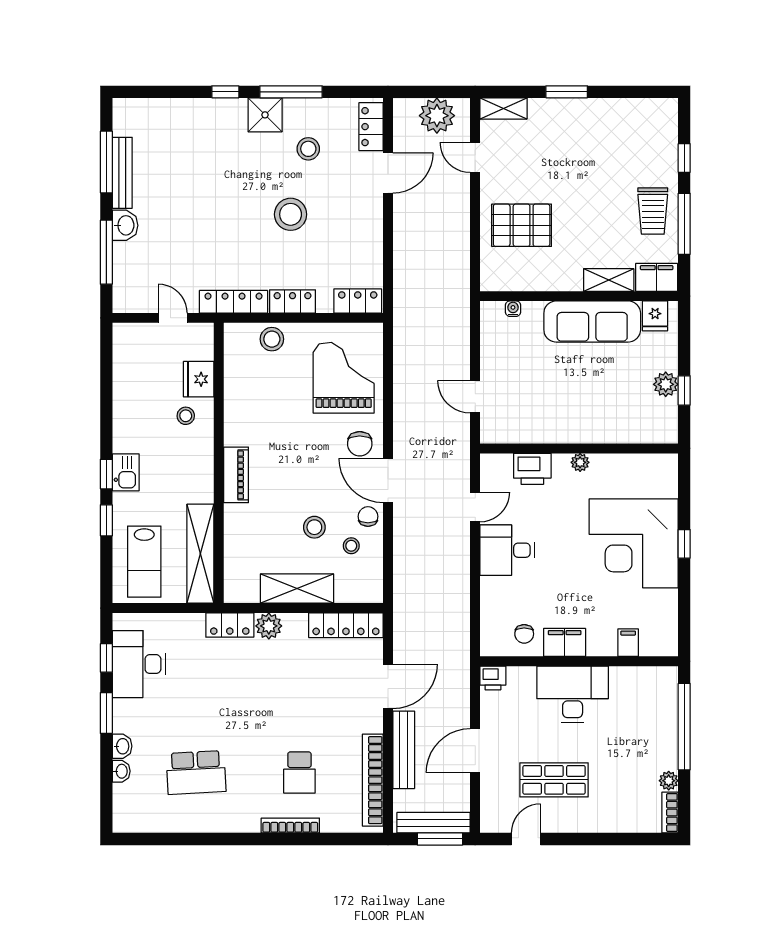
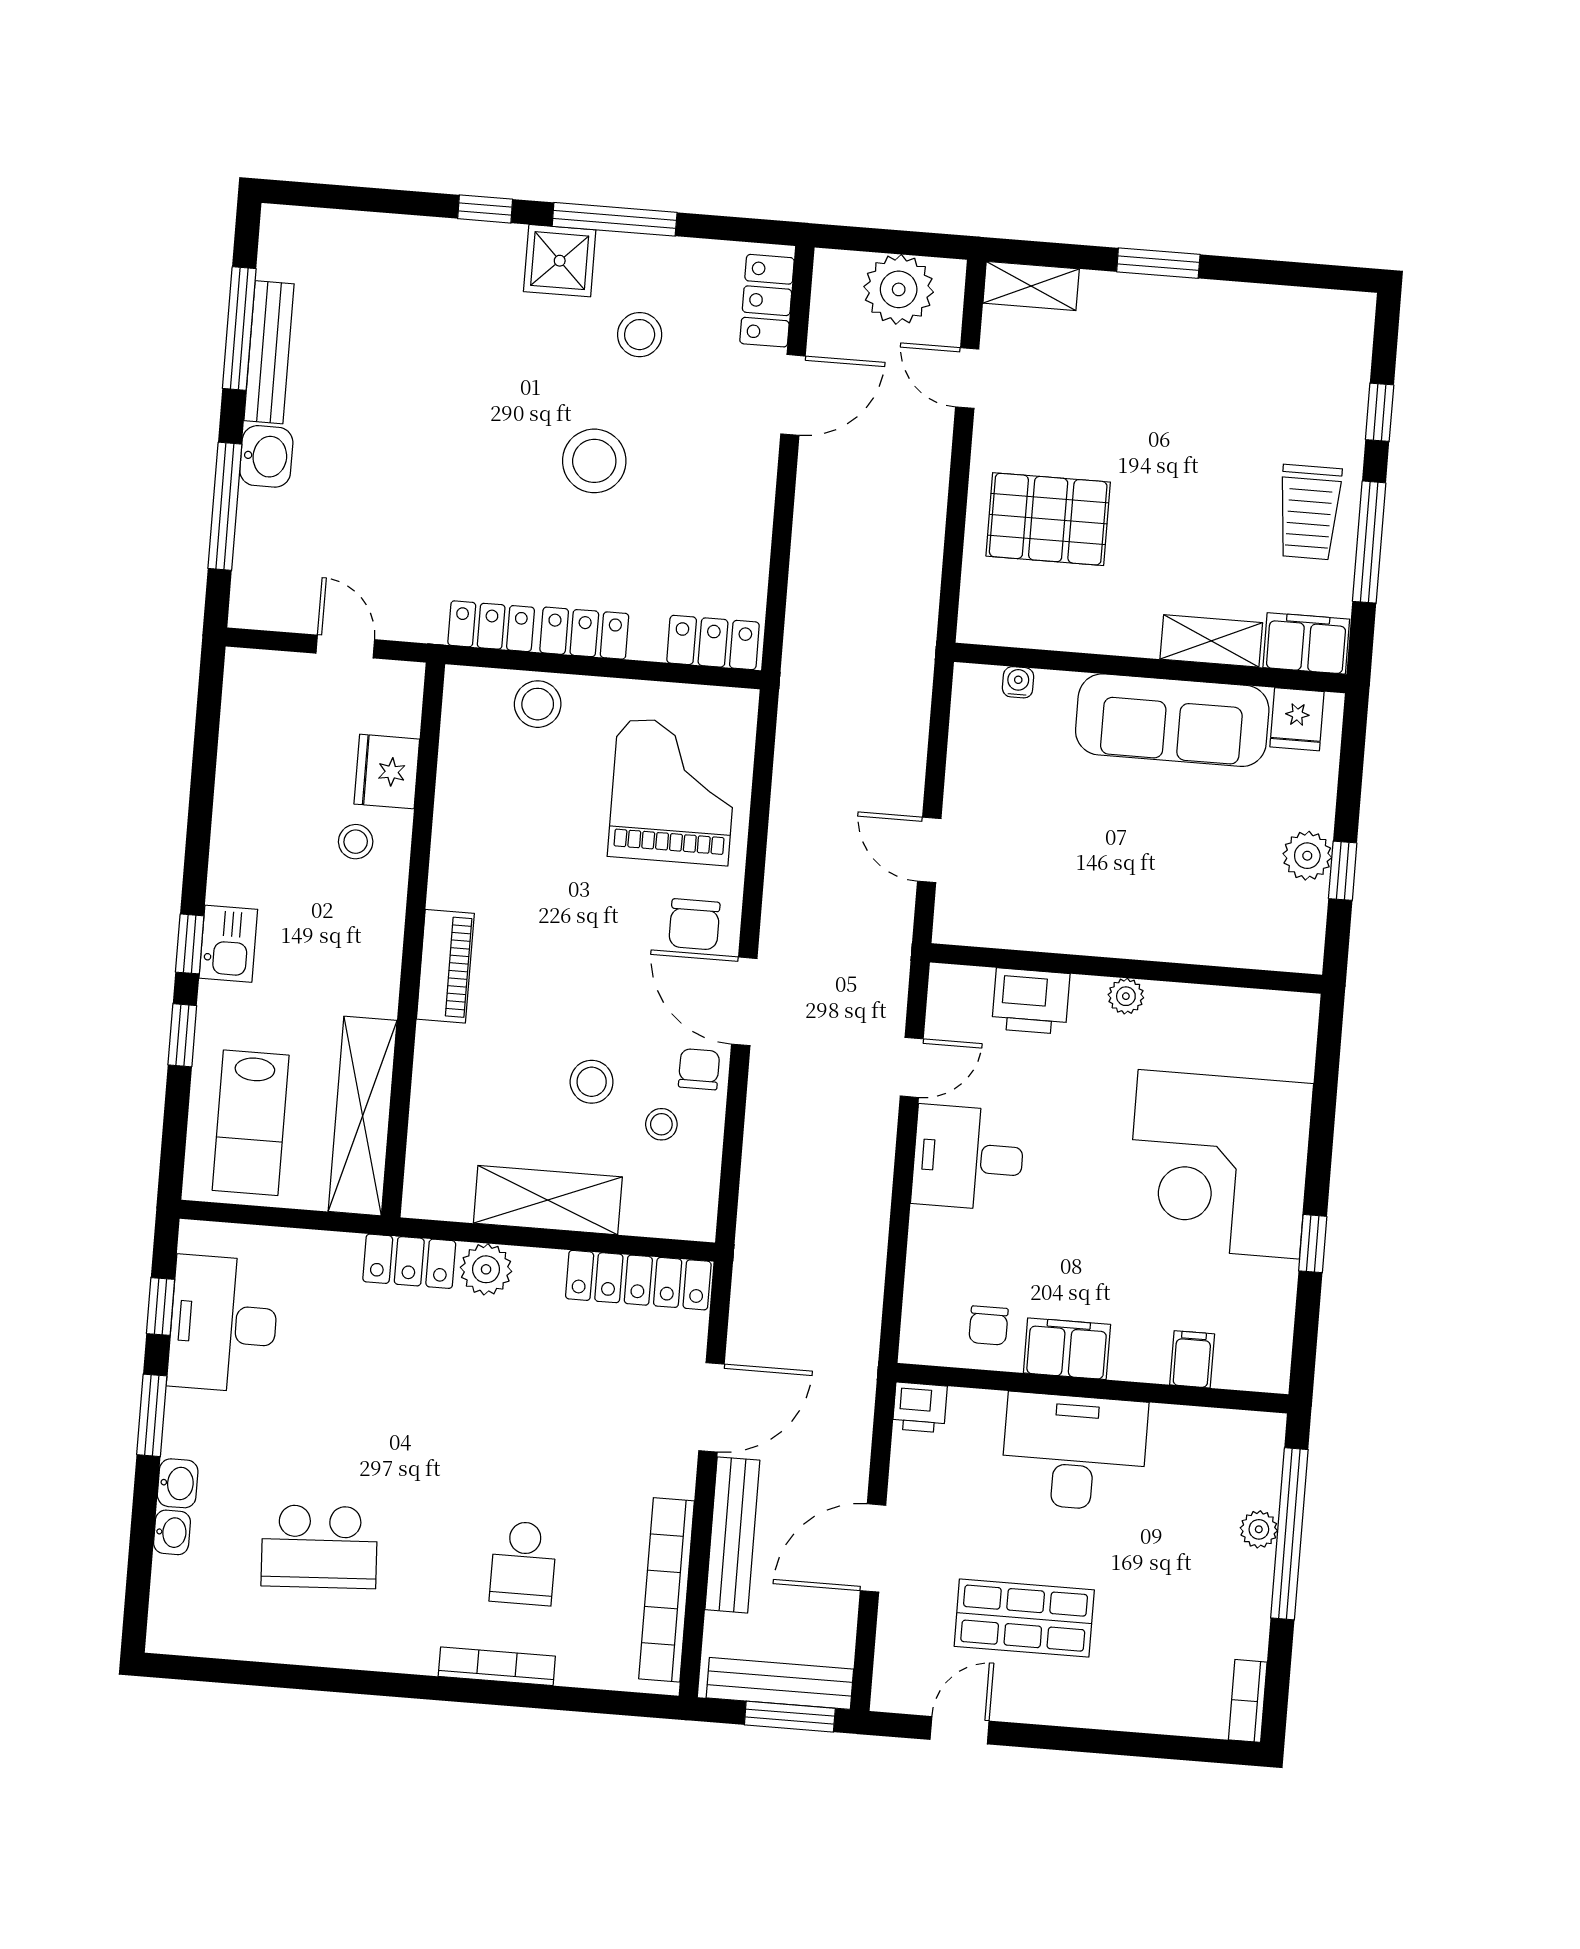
locker: (234, 302) -> (491, 626), width x0.66
window: (684, 544) -> (1313, 1244), moved
plant: (669, 781) -> (1259, 1529), moved

